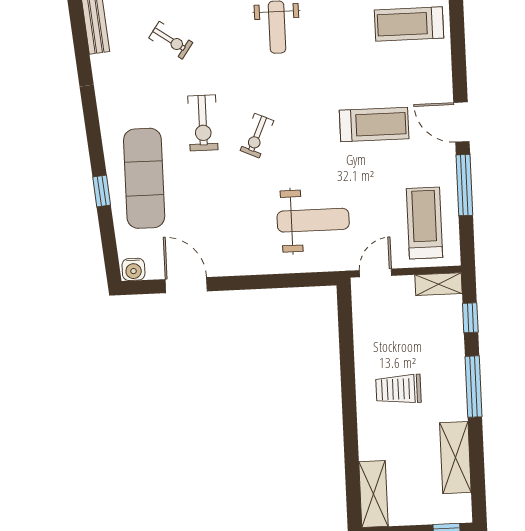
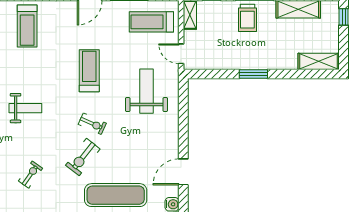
exercise bike: (203, 123) -> (83, 157), turned 128
treadmill: (374, 124) -> (89, 71), moved
trolley: (399, 389) -> (247, 18), moved
window: (348, 390) -> (253, 74), added

